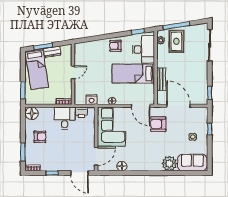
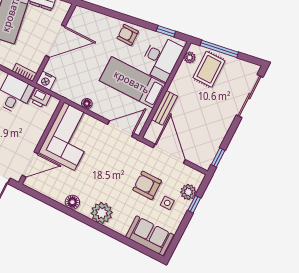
door: (73, 72) -> (55, 41), width x1.87
nightstand: (92, 100) -> (46, 81), moved
door: (141, 106) -> (121, 129), swing flipped
plant: (202, 123) -> (188, 192), added
armchair: (158, 124) -> (147, 185), moved
plant: (169, 164) -> (102, 213), moved
floor lamp: (122, 166) -> (72, 202), moved

